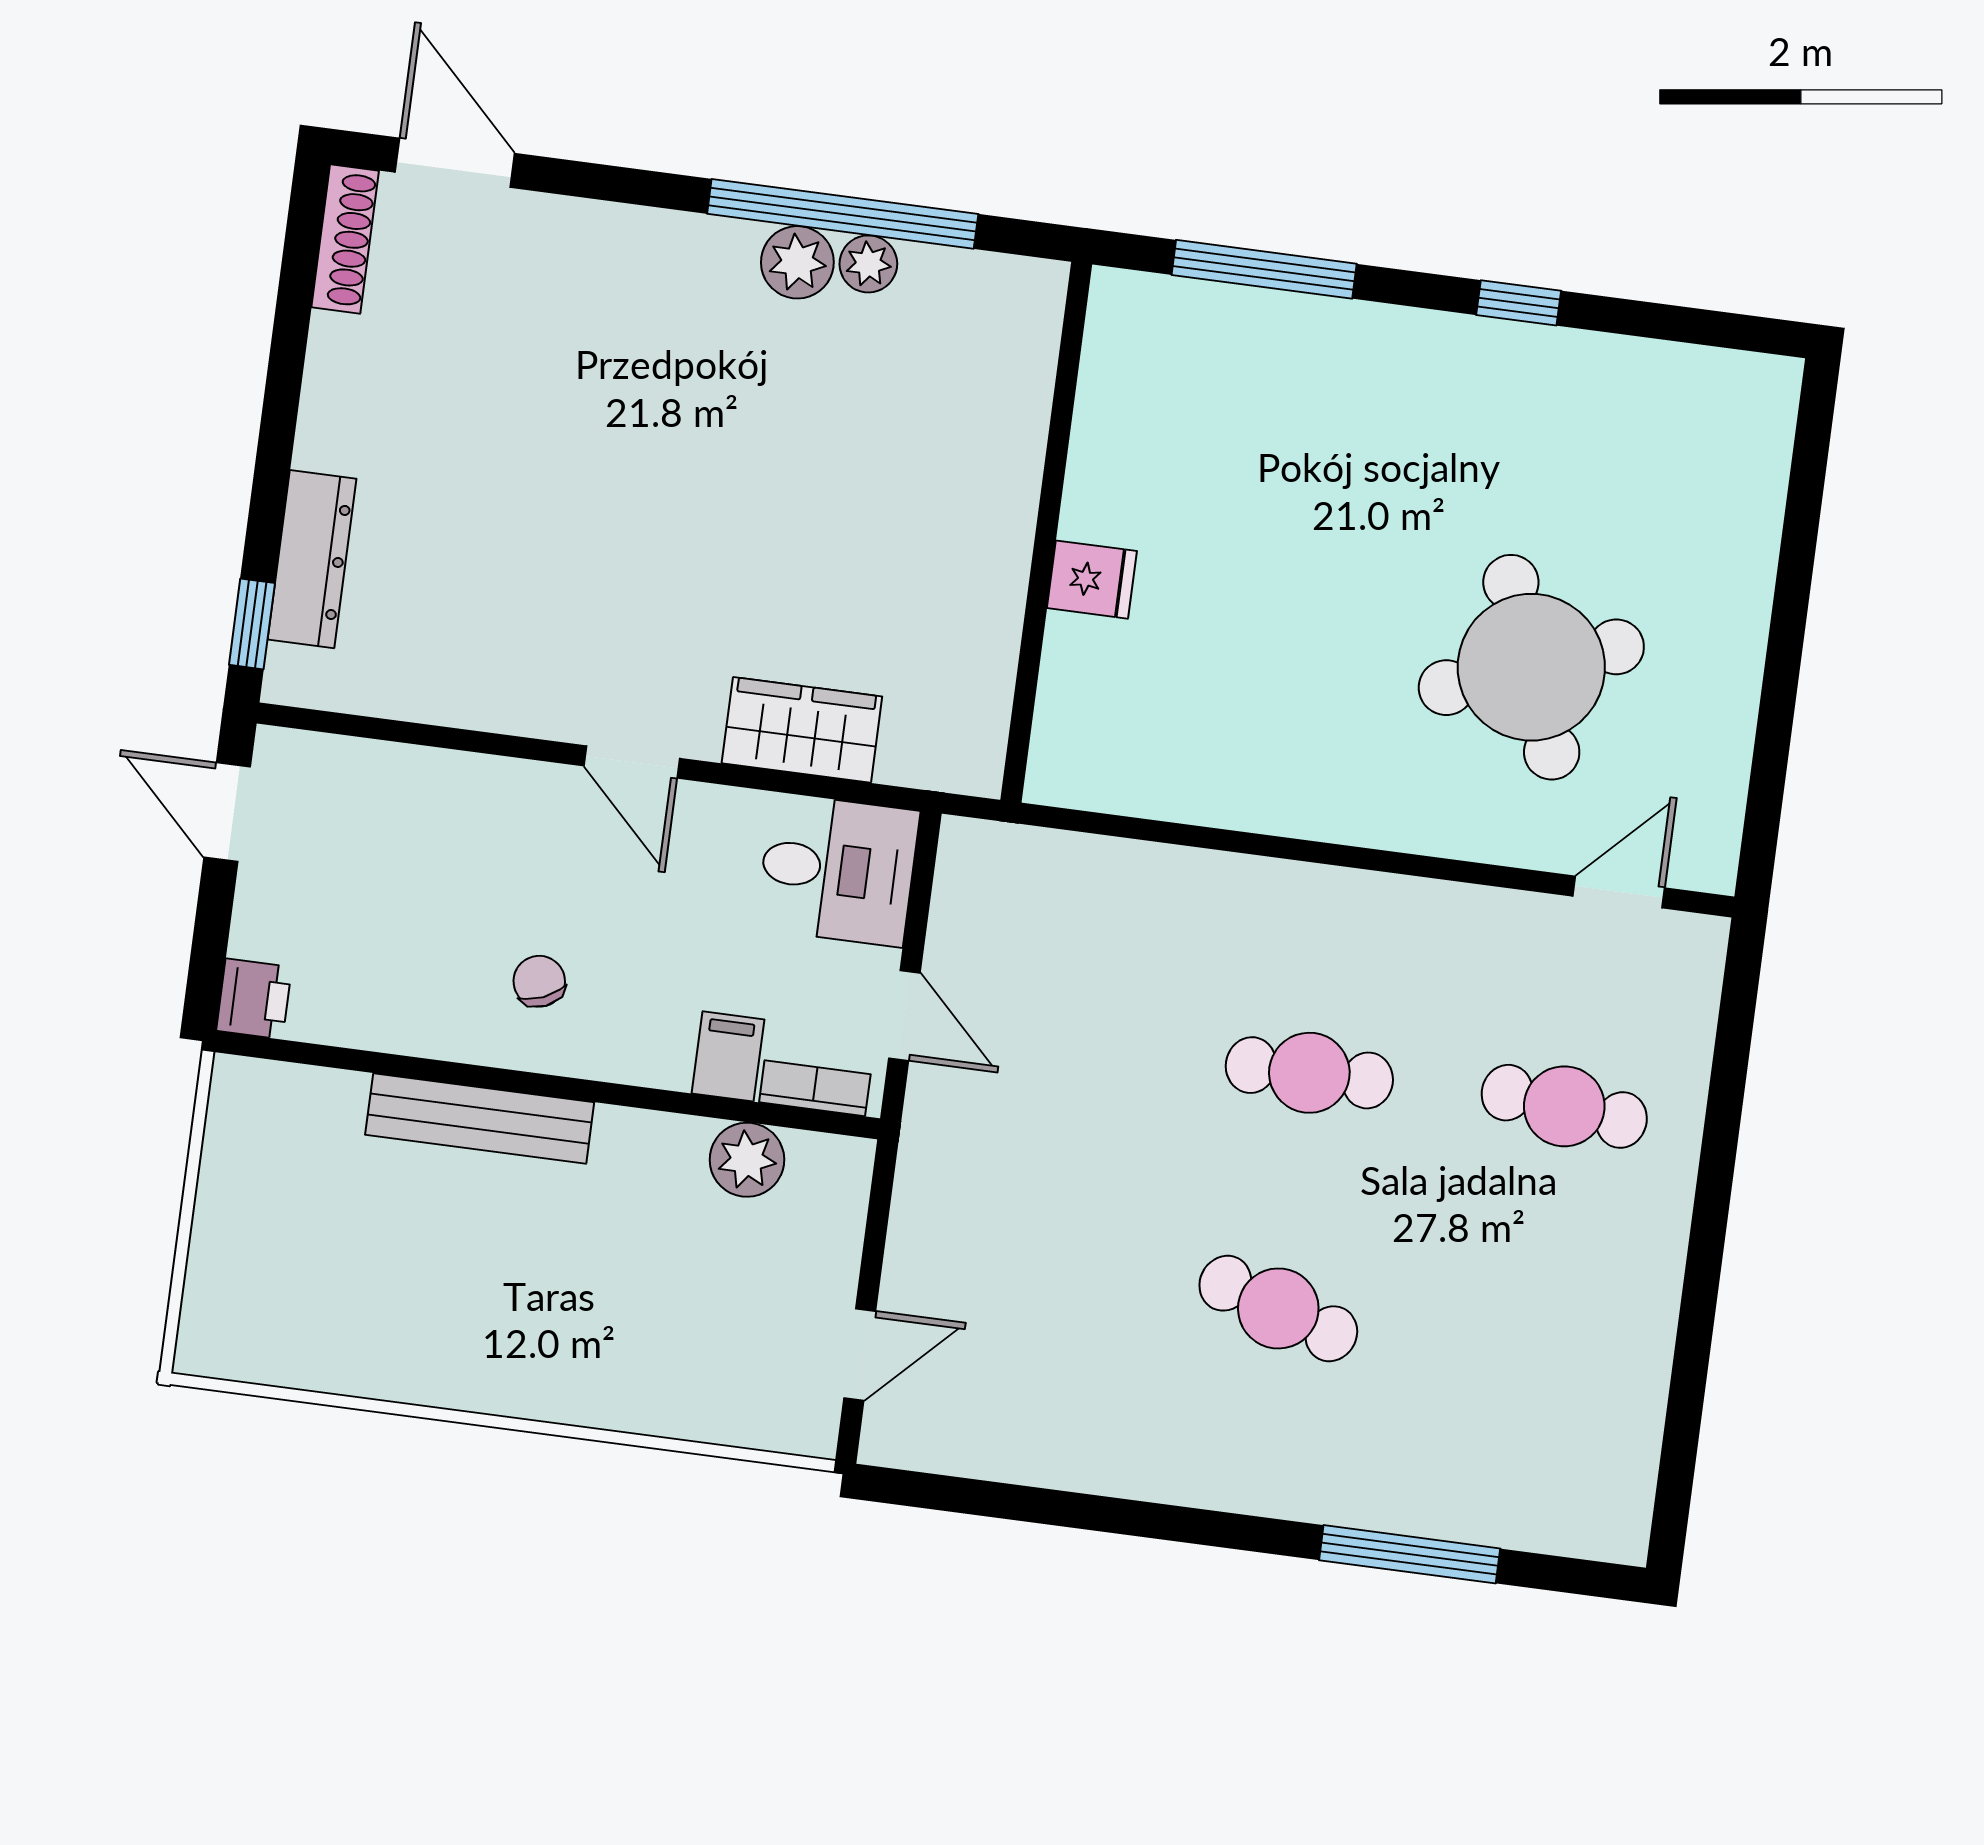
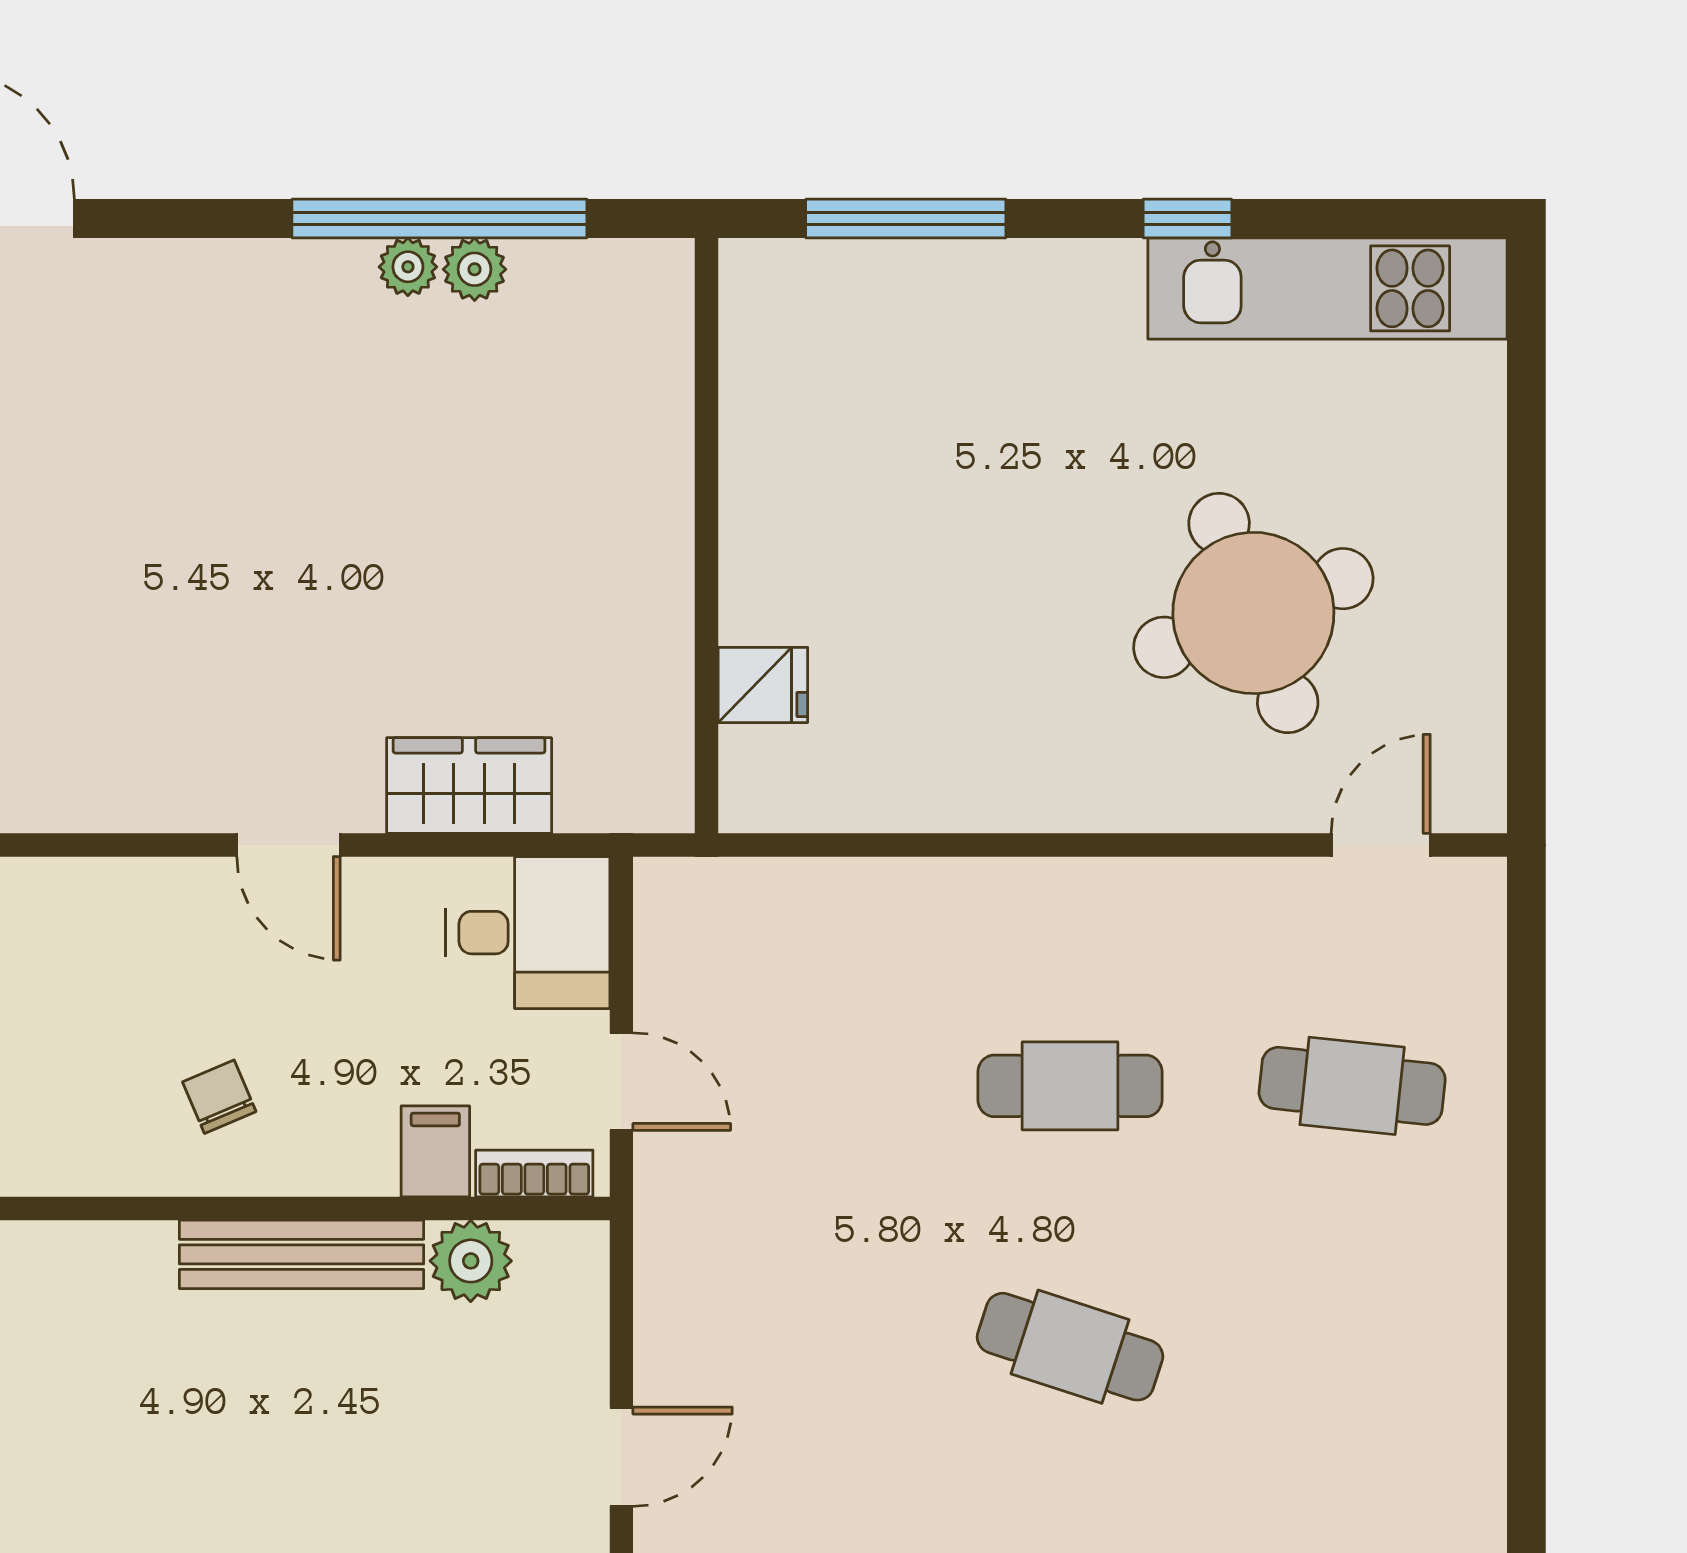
plant: (797, 262) -> (408, 267), width x0.73, depth x0.73
kitchen unit: (1637, 383) -> (1327, 288), added
fridge: (1092, 580) -> (763, 685), moved
bench: (480, 1118) -> (302, 1254), moved

